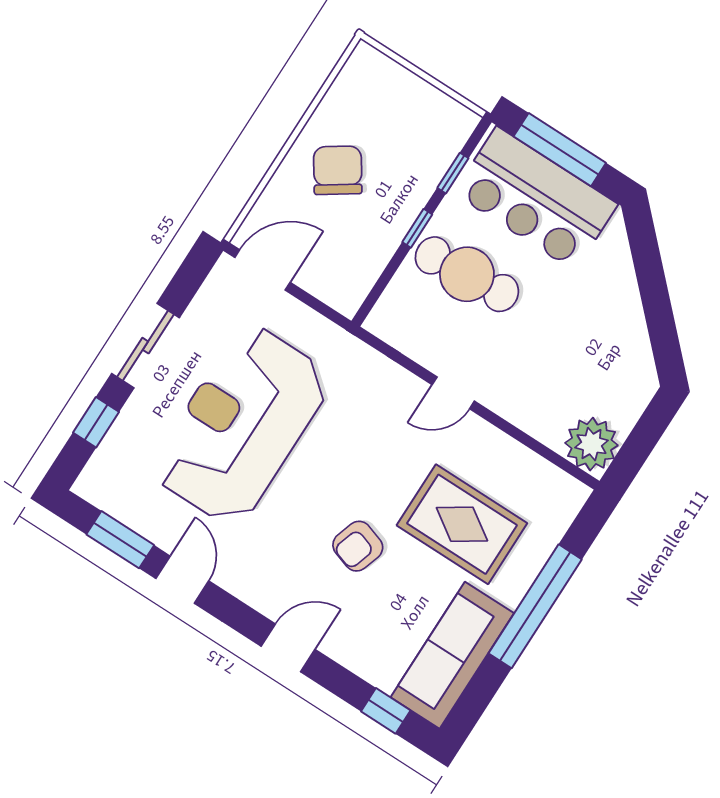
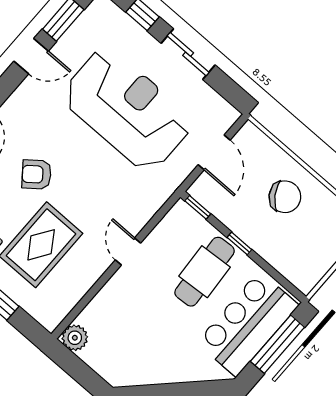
window: (453, 173) -> (198, 207), moved
door: (262, 270) -> (214, 152), moved
plant: (591, 444) -> (75, 338), width x0.73, depth x0.73
armchair: (358, 546) -> (37, 174), turned -56

